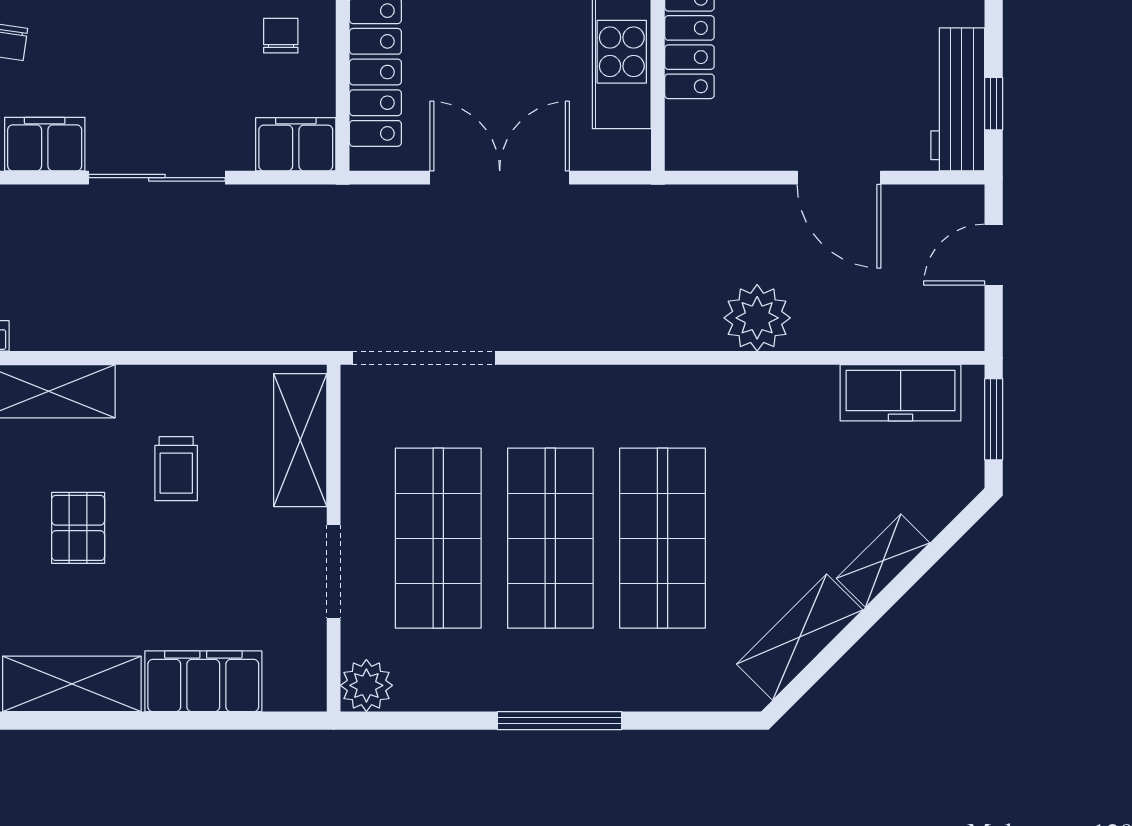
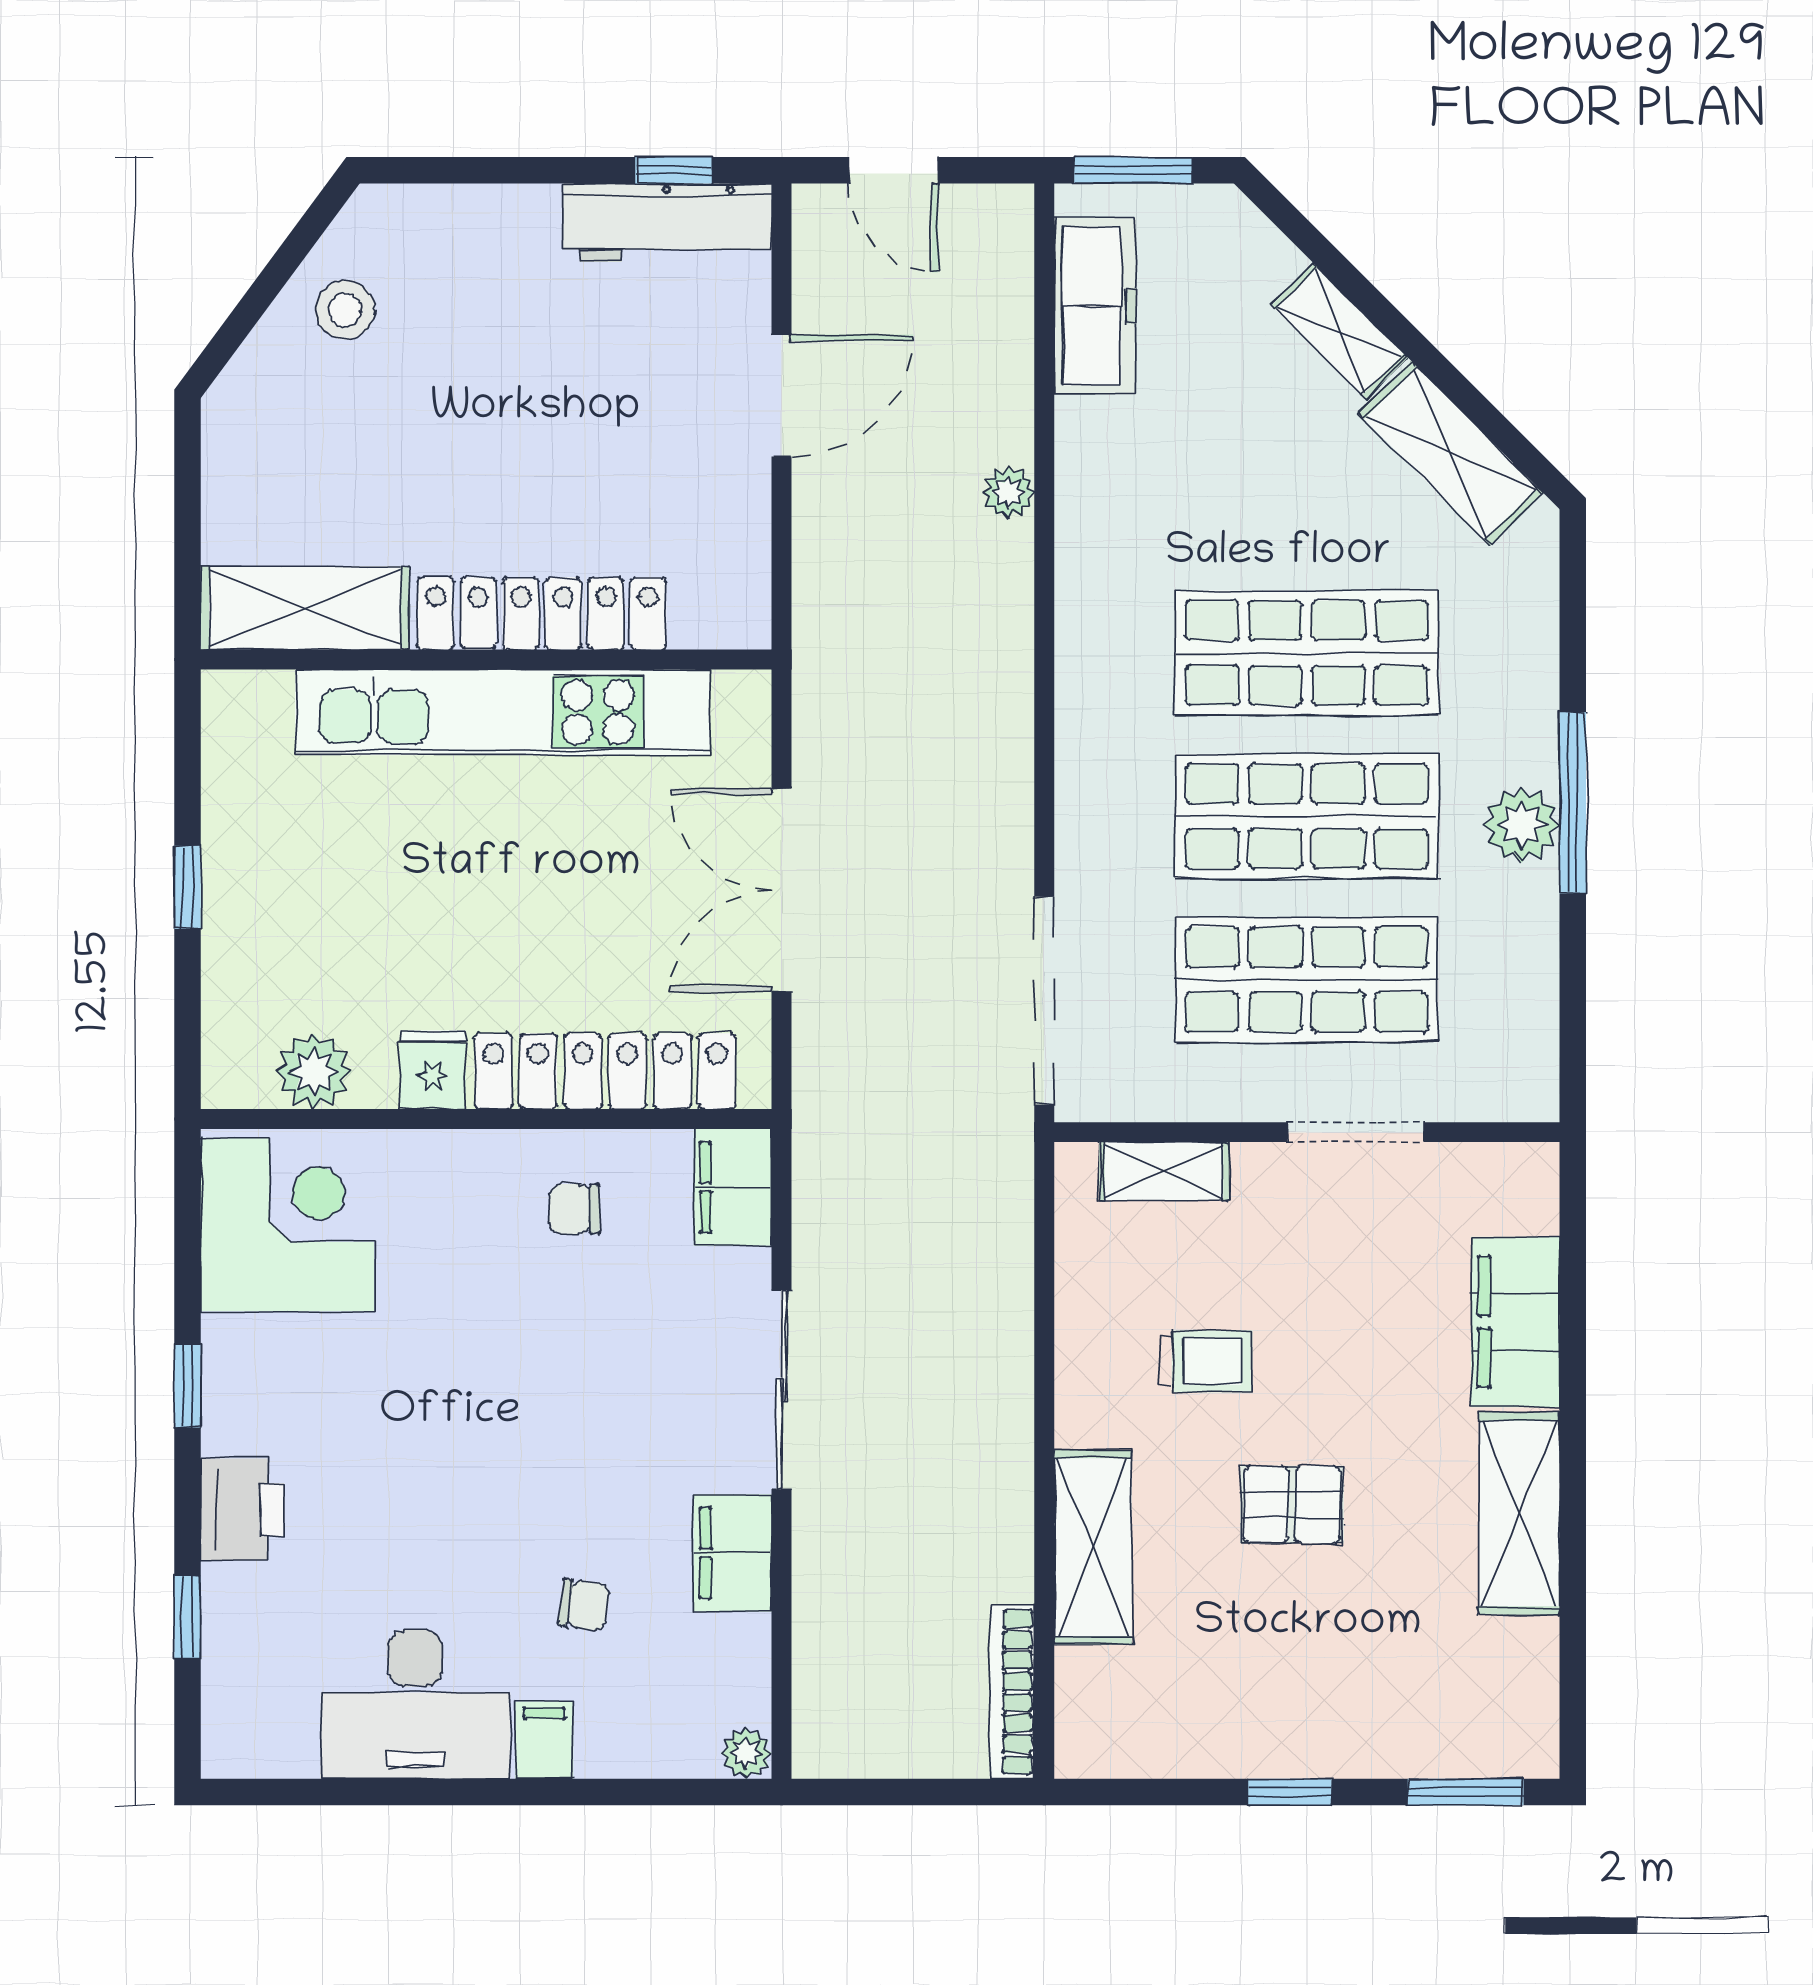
plant: (757, 318) -> (1008, 492), width x0.53, depth x0.53
shelving: (300, 440) -> (1164, 1171), width x0.67, depth x0.75
plant: (366, 685) -> (1522, 825), moved

